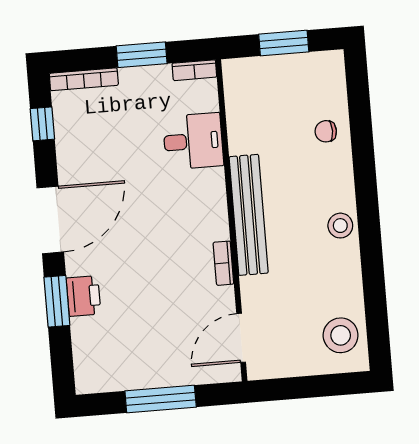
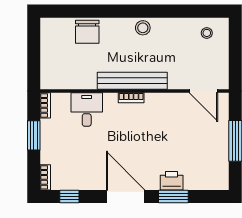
window: (284, 43) -> (34, 52), removed
bookcase: (84, 79) -> (45, 177), width x0.64
chair: (326, 131) -> (87, 32), width x1.87, depth x1.87
bookcase: (223, 263) -> (131, 98), moved
stool: (341, 335) -> (207, 33), width x0.53, depth x0.53

